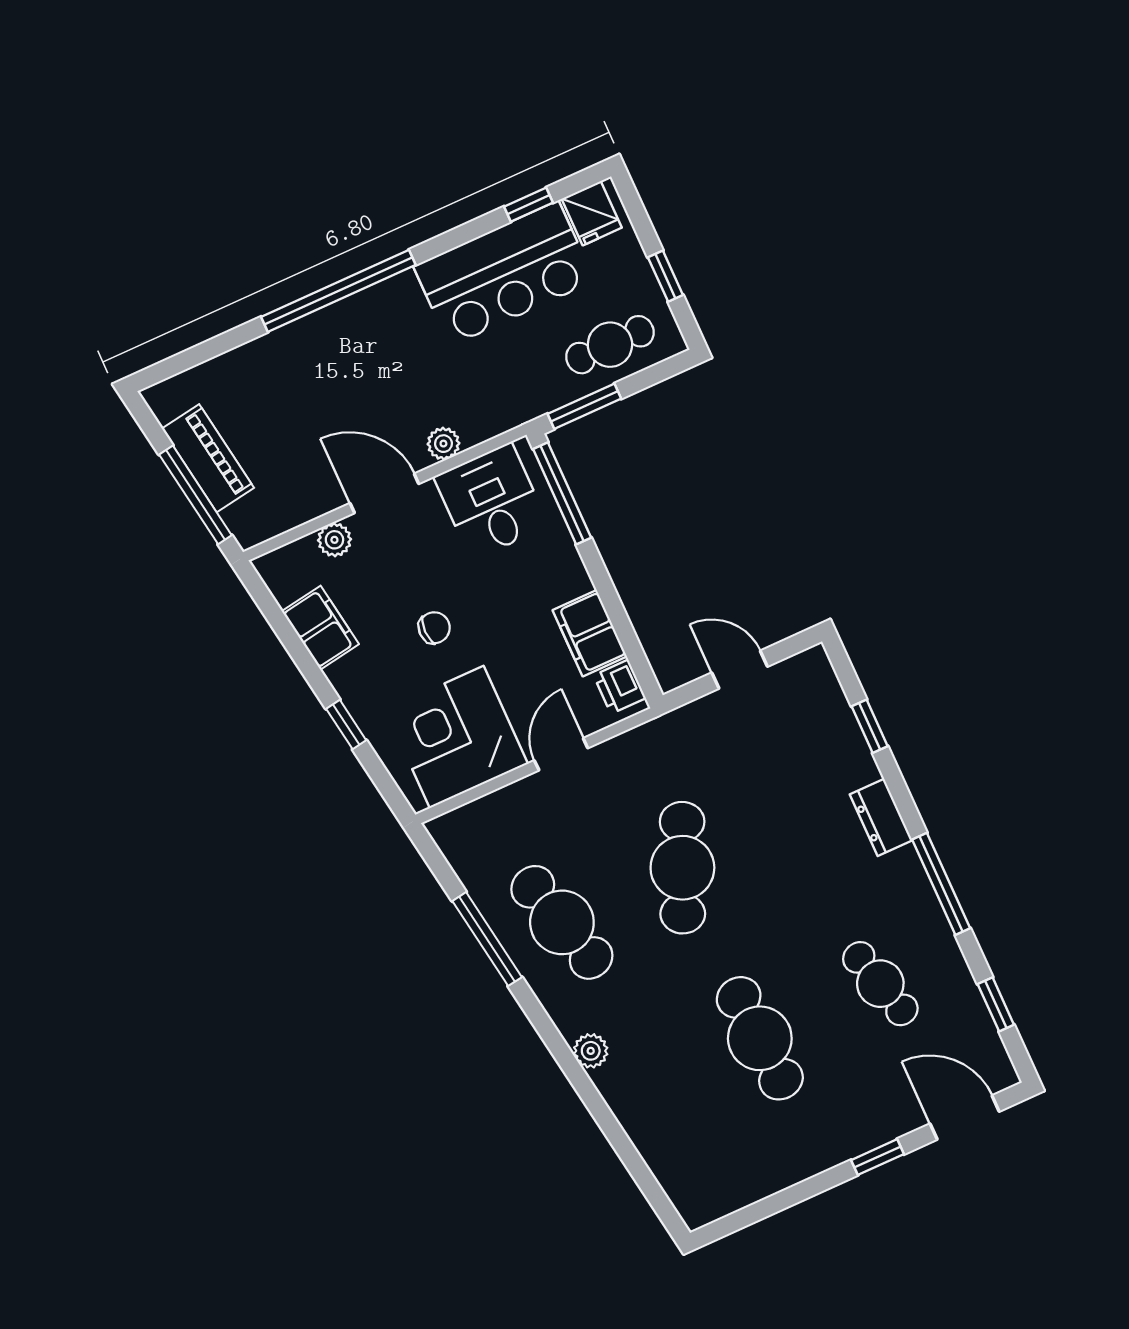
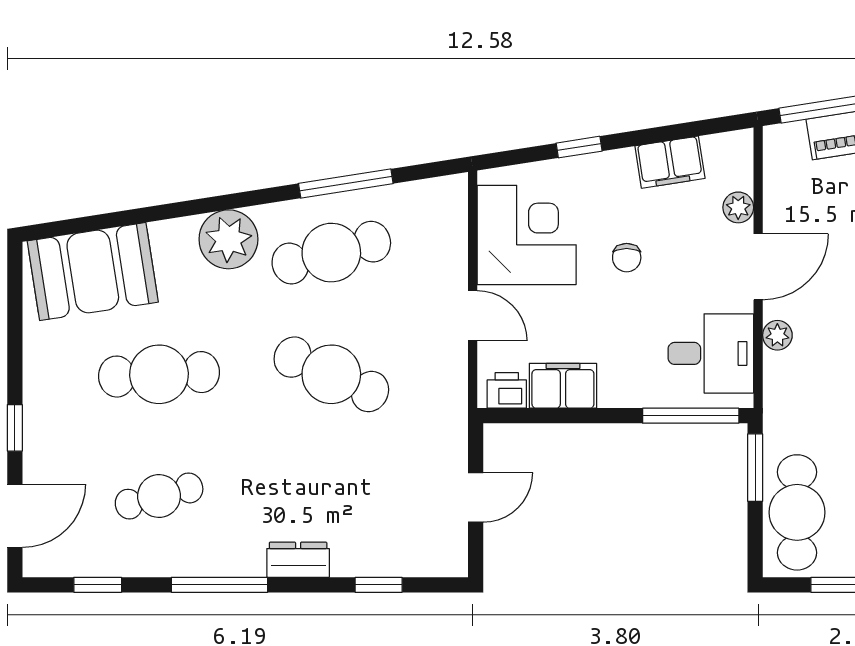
cafe table: (610, 345) -> (797, 512), width x1.37, depth x1.35
plant: (591, 1051) -> (228, 239), width x1.87, depth x1.87
booth: (688, 1150) -> (93, 272), added

